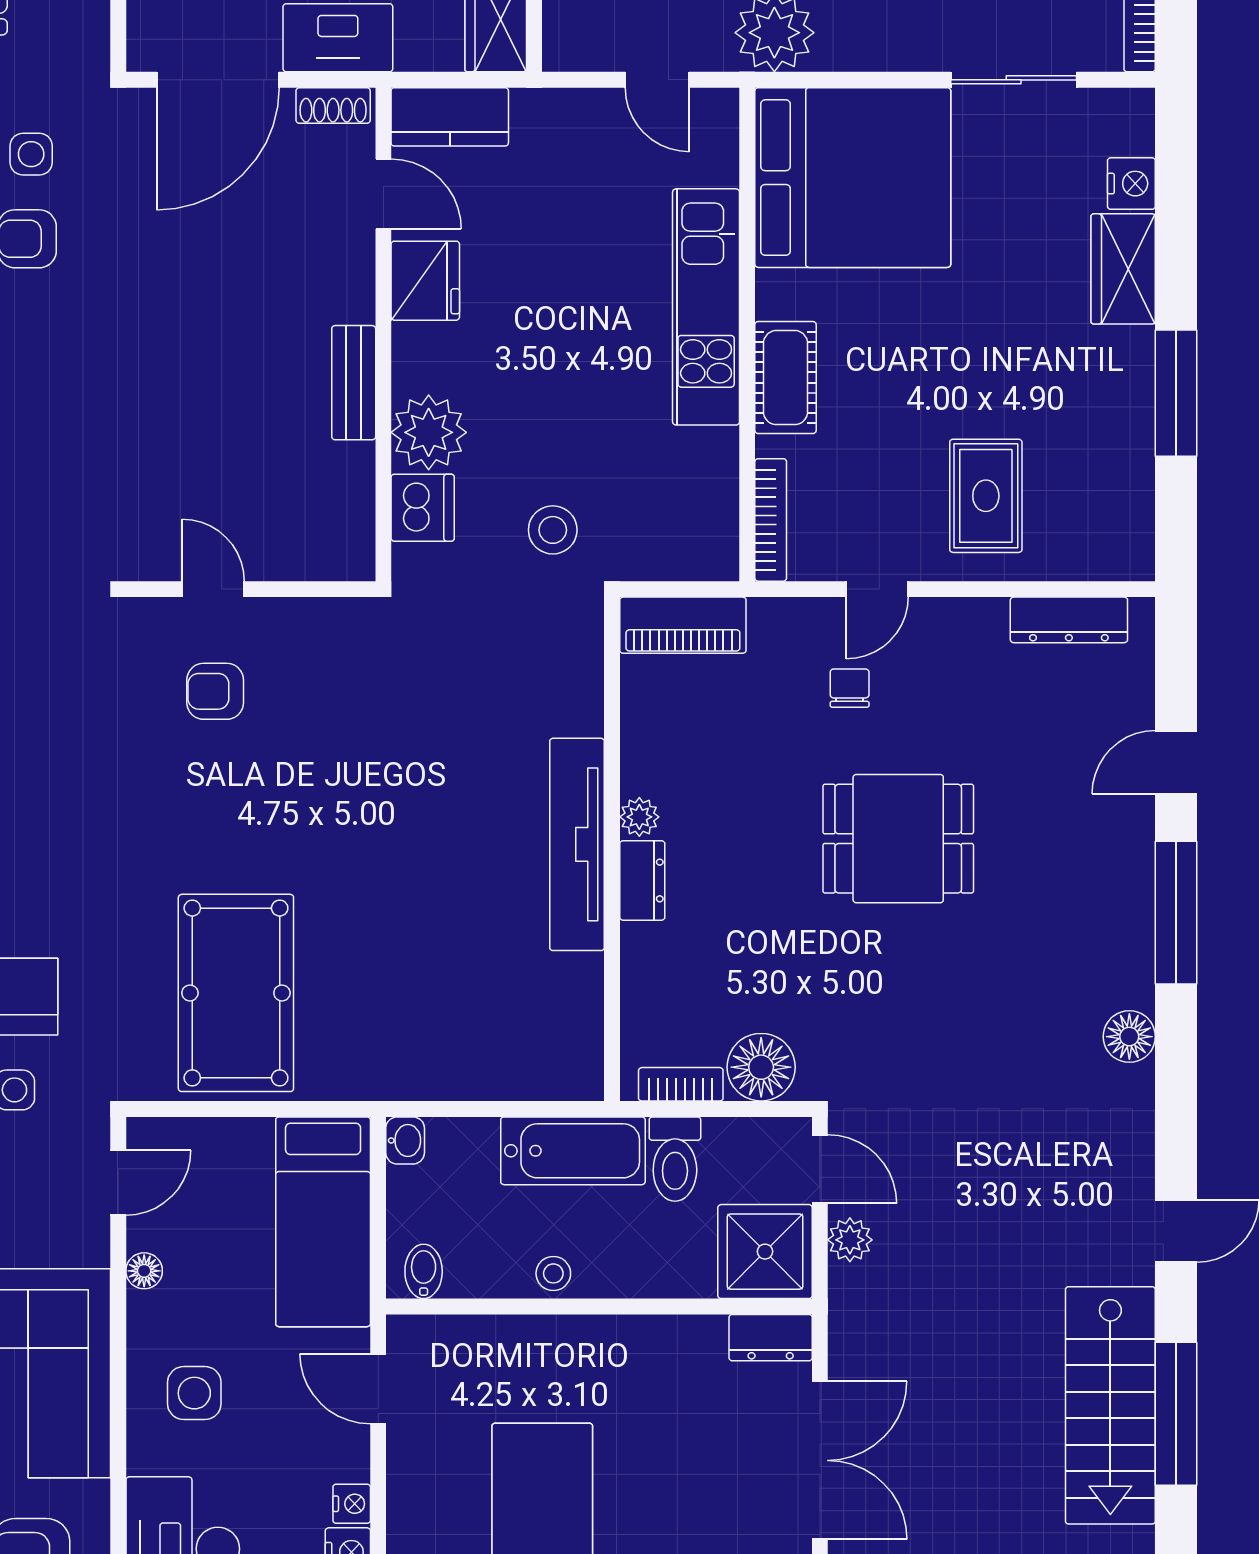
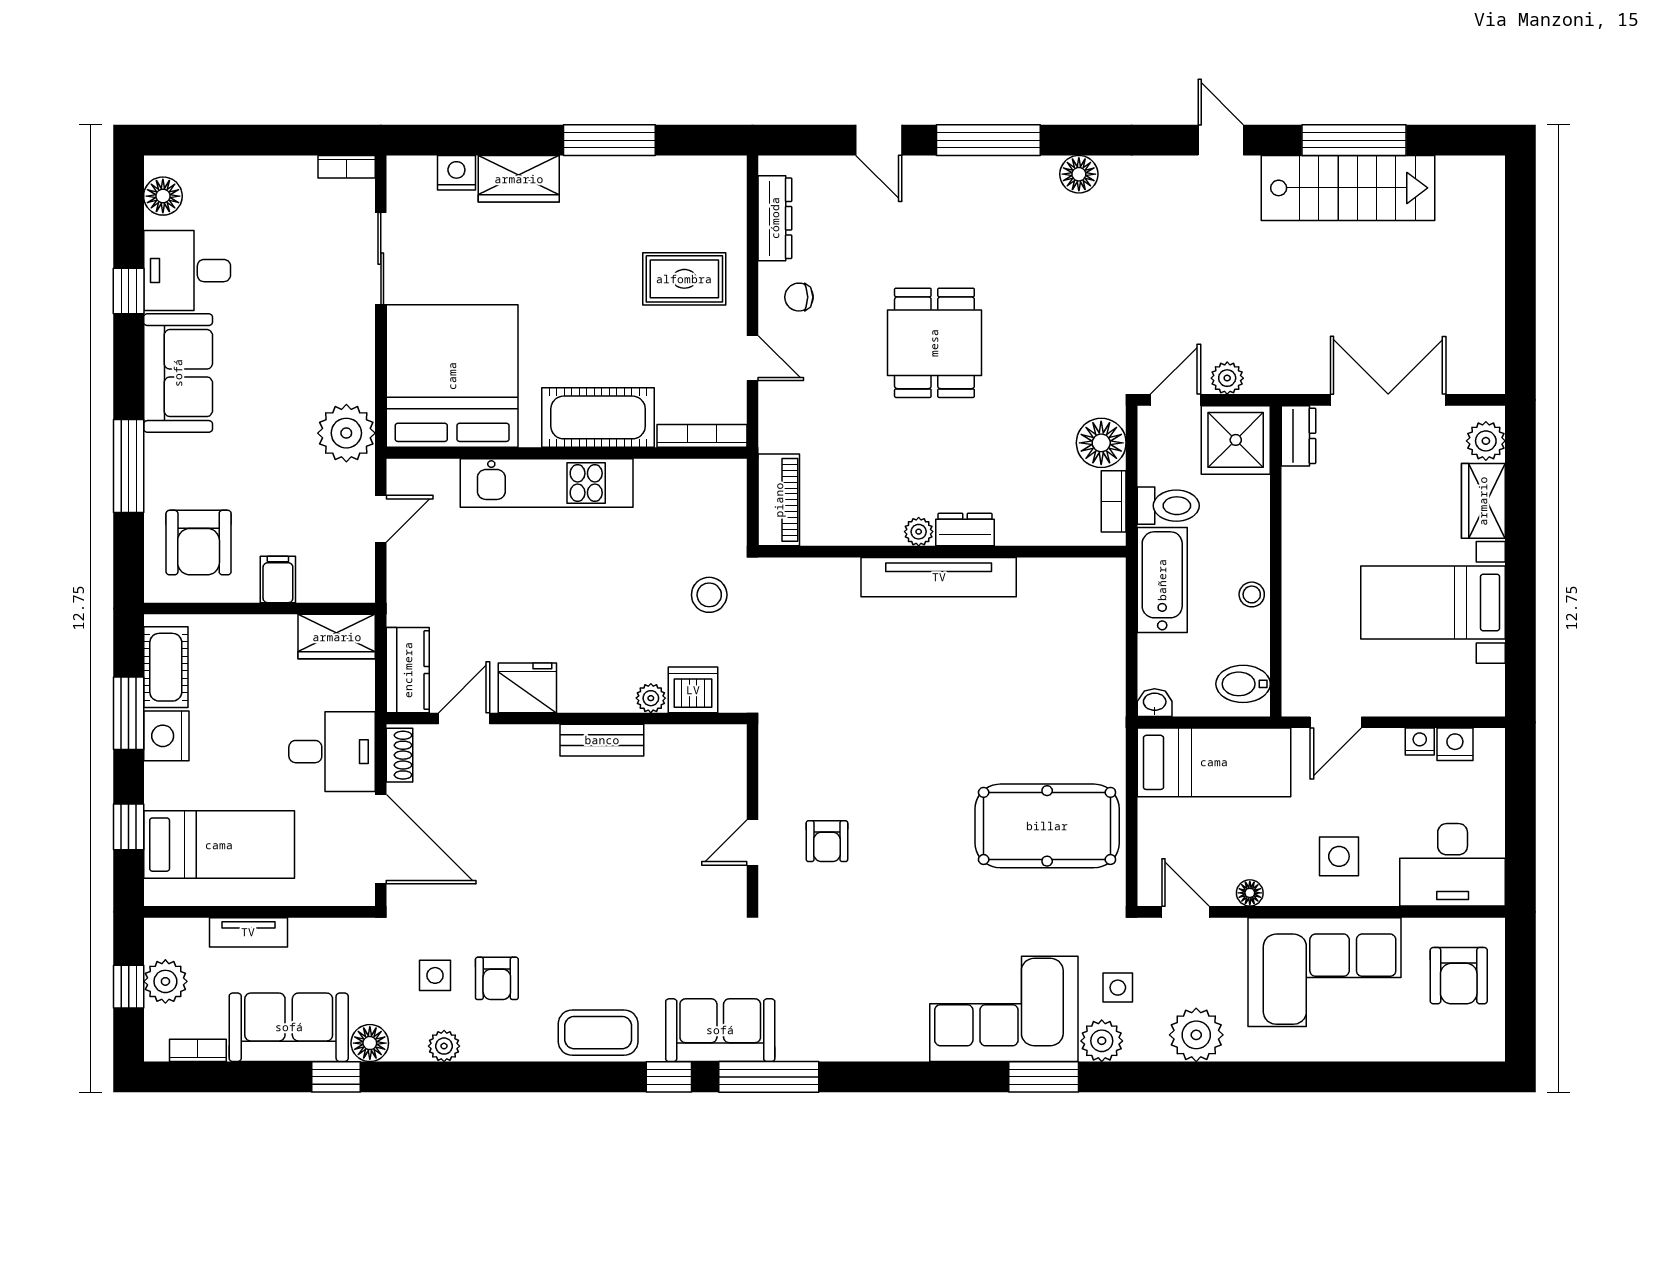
cot: (785, 378) -> (598, 417), width x1.37, depth x1.34
plant: (429, 432) -> (651, 698), width x0.53, depth x0.53
chair: (850, 688) -> (799, 297), moved
bidet: (424, 1271) -> (1243, 684), width x1.38, depth x1.36

